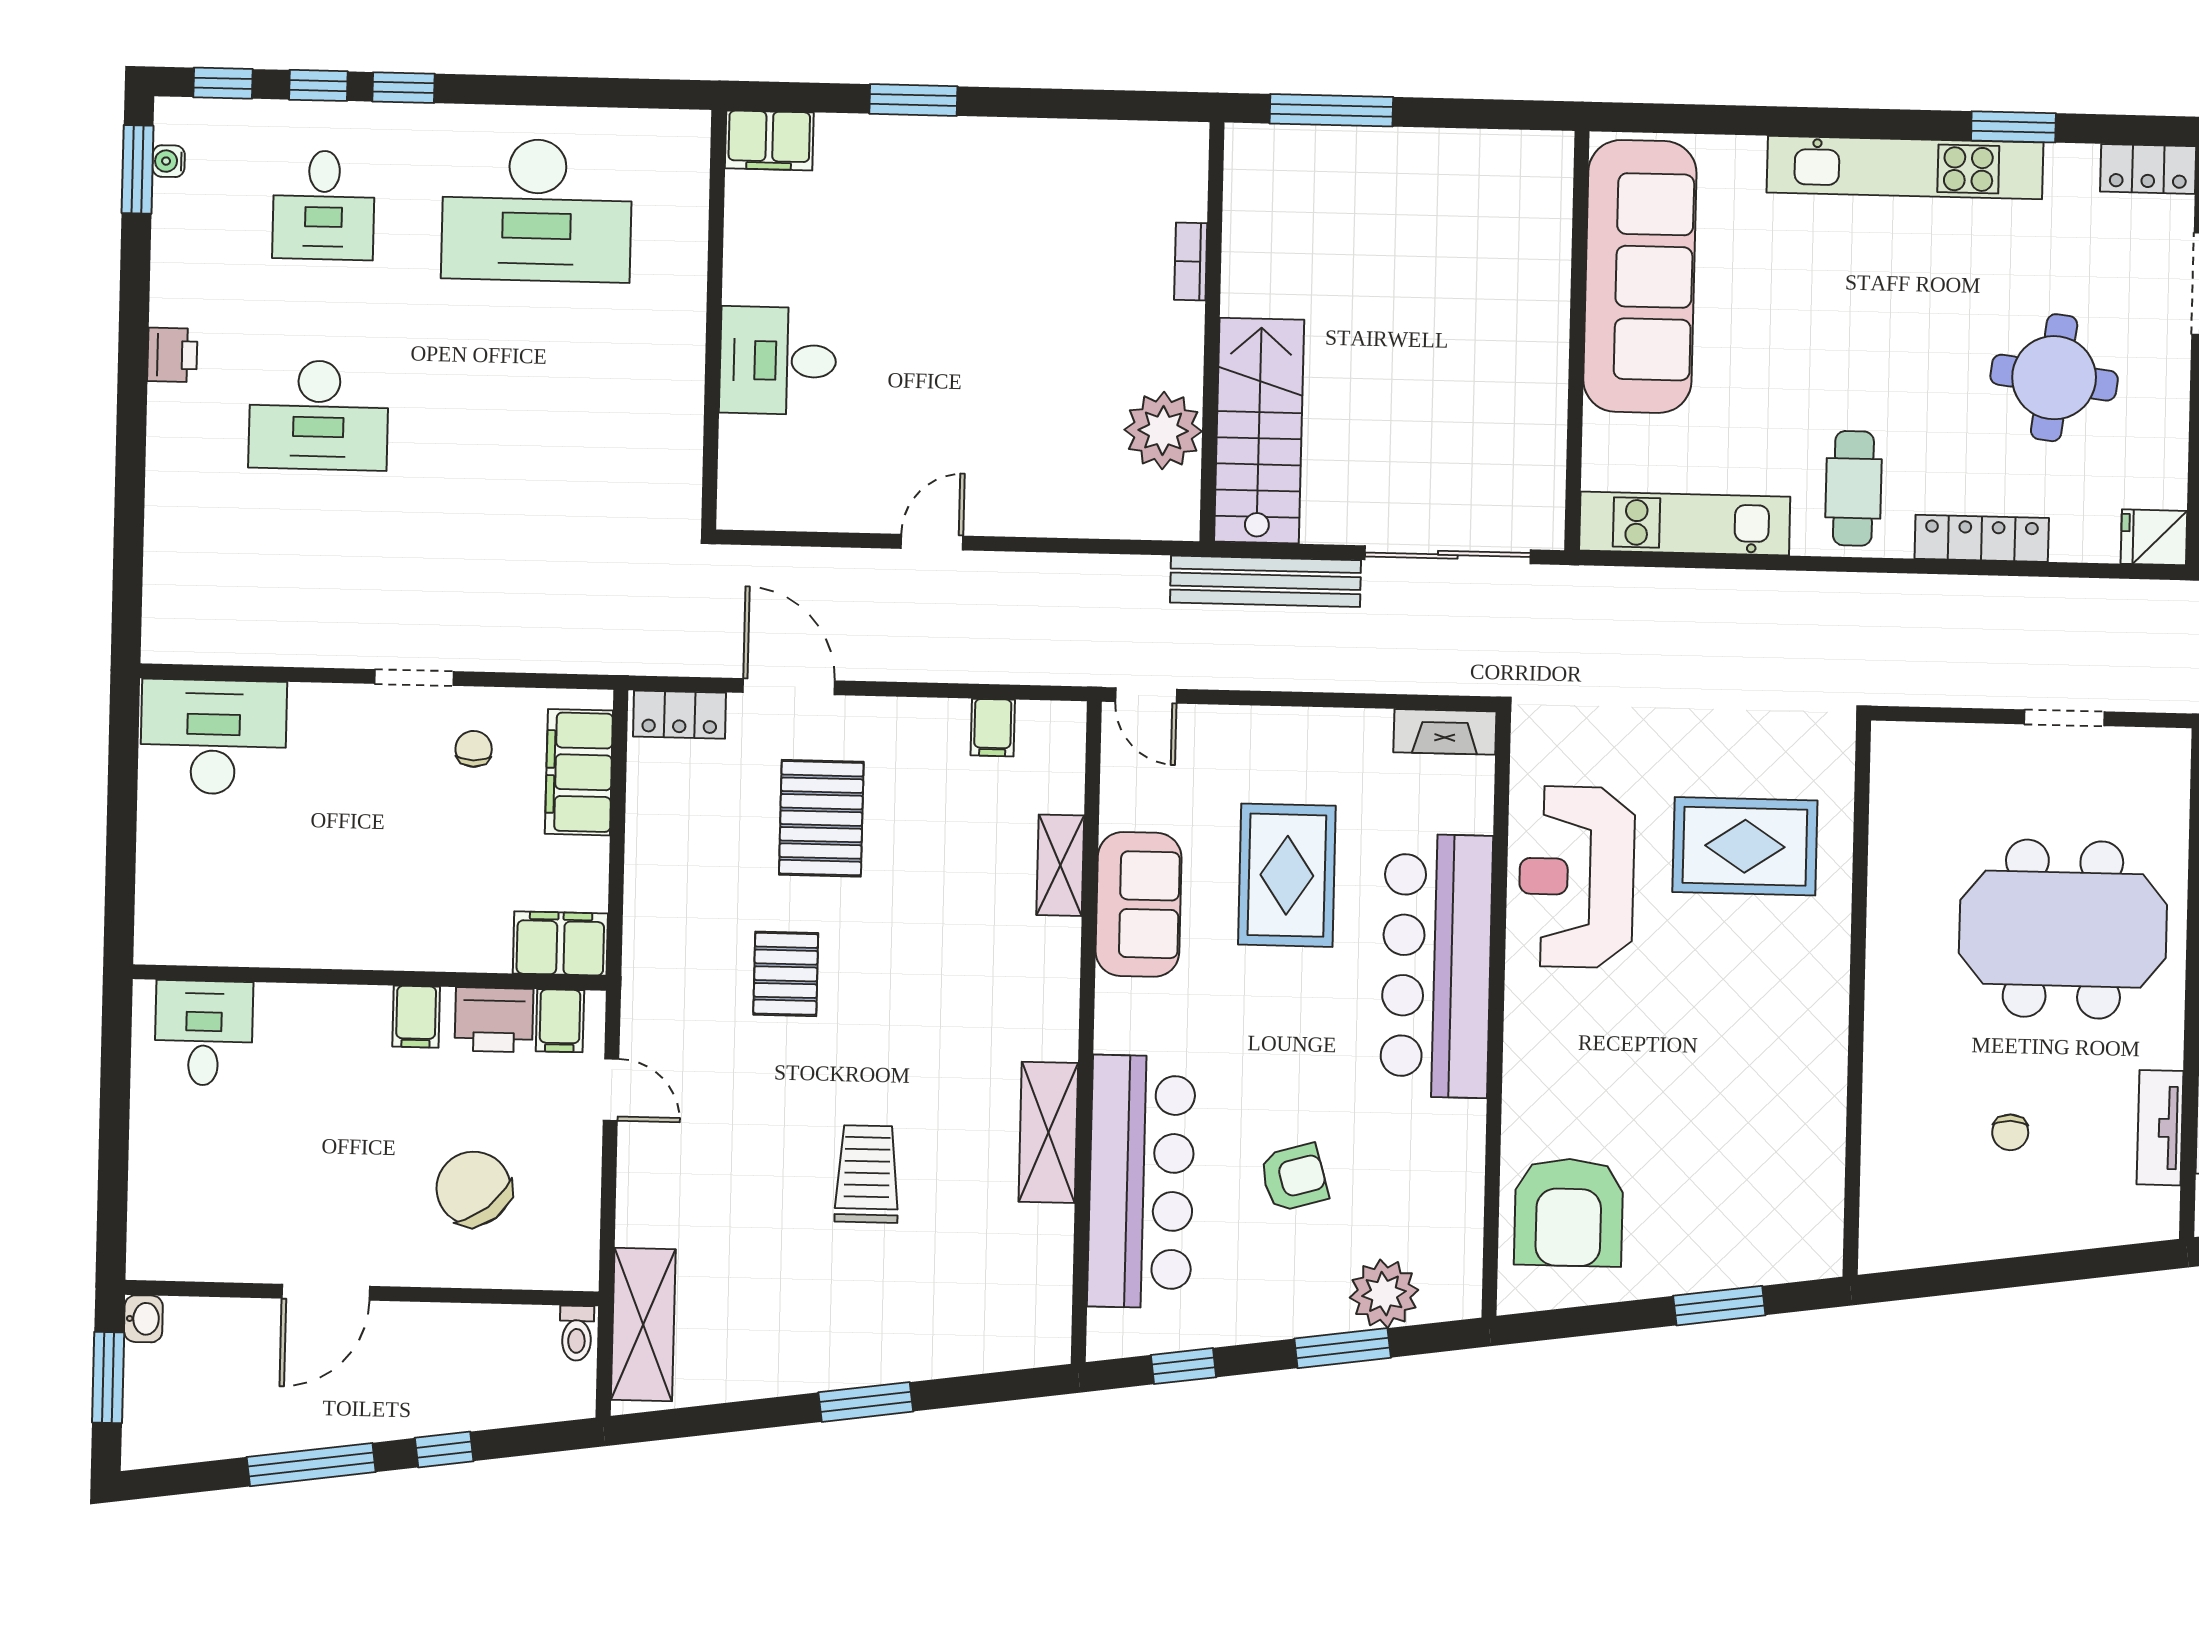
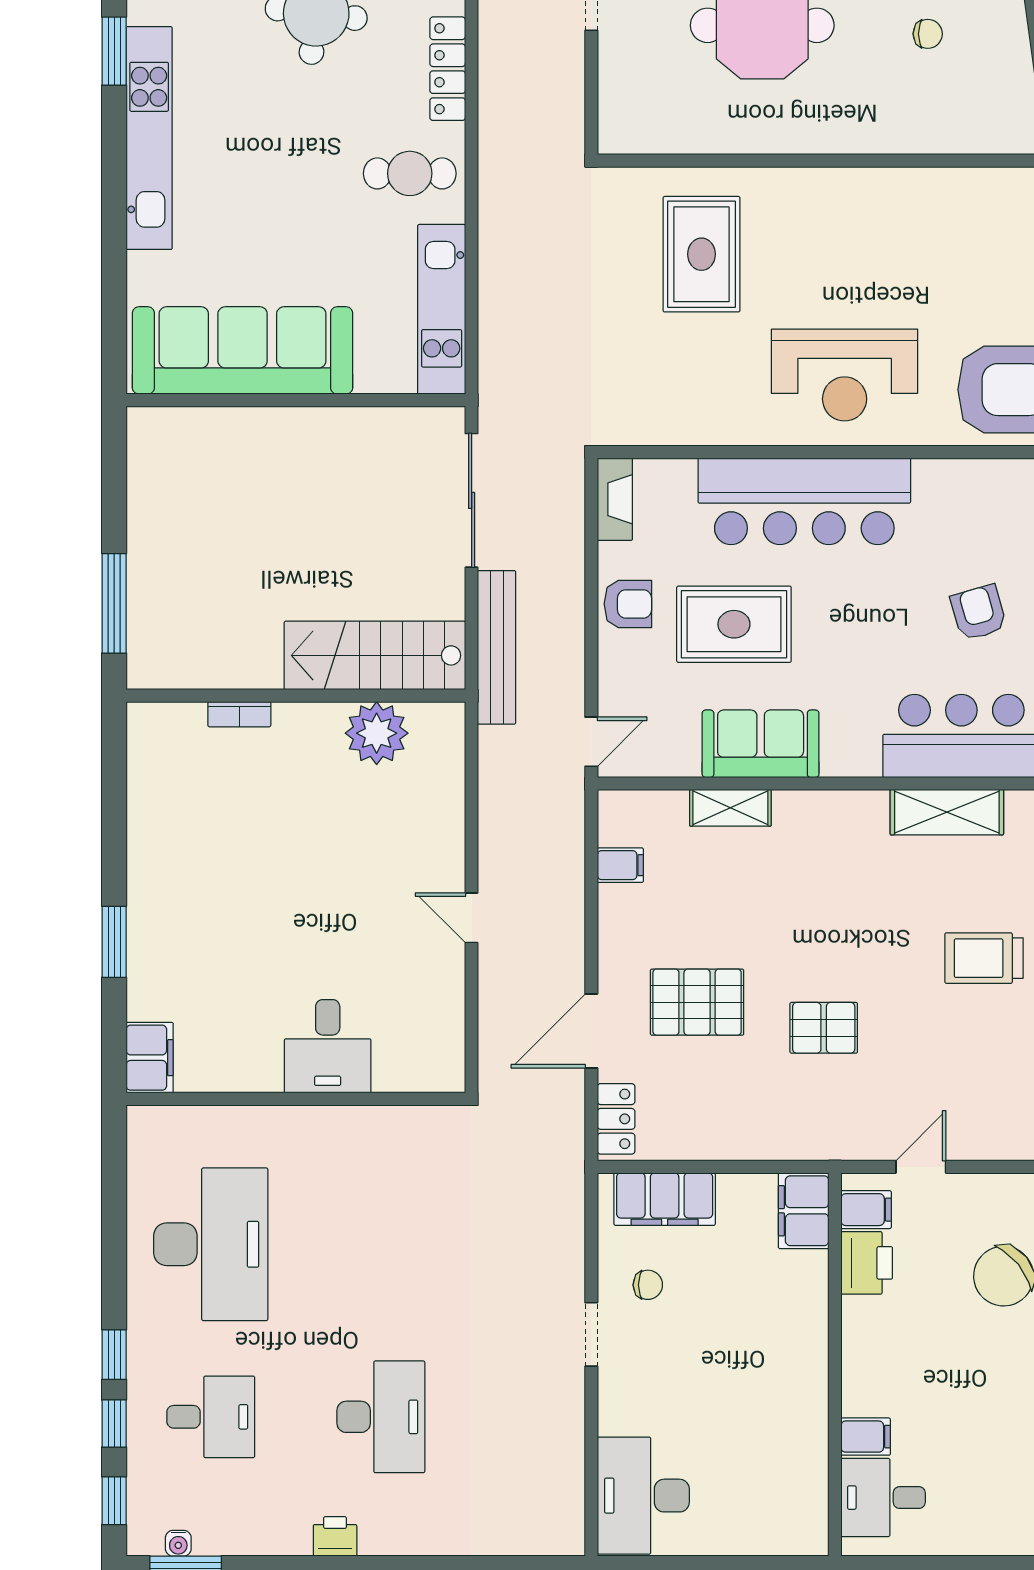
armchair: (1315, 745) -> (628, 604), added
chair: (474, 749) -> (648, 1285), turned 180
reception desk: (1576, 877) -> (845, 375), moved
filing cabinet: (416, 1017) -> (866, 1437), moved

